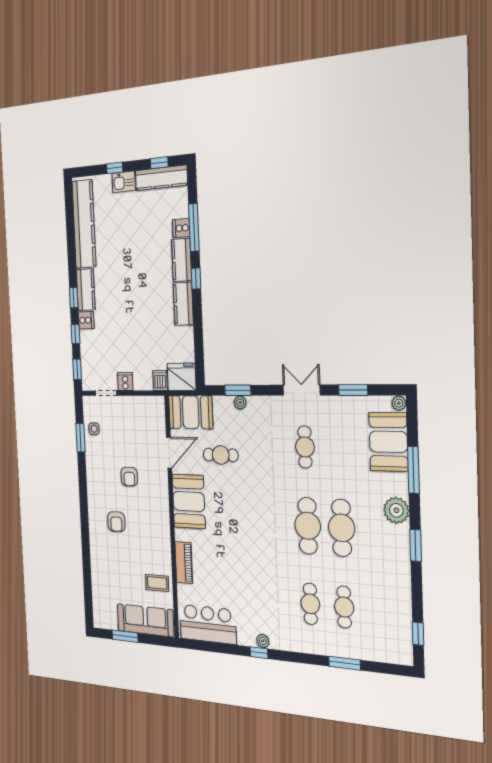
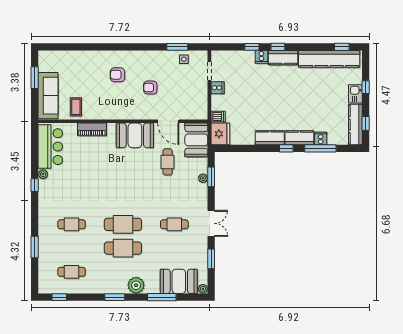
window: (77, 369) -> (342, 47), moved
cafe table: (344, 607) -> (72, 272), moved
plant: (263, 641) -> (43, 174), moved

